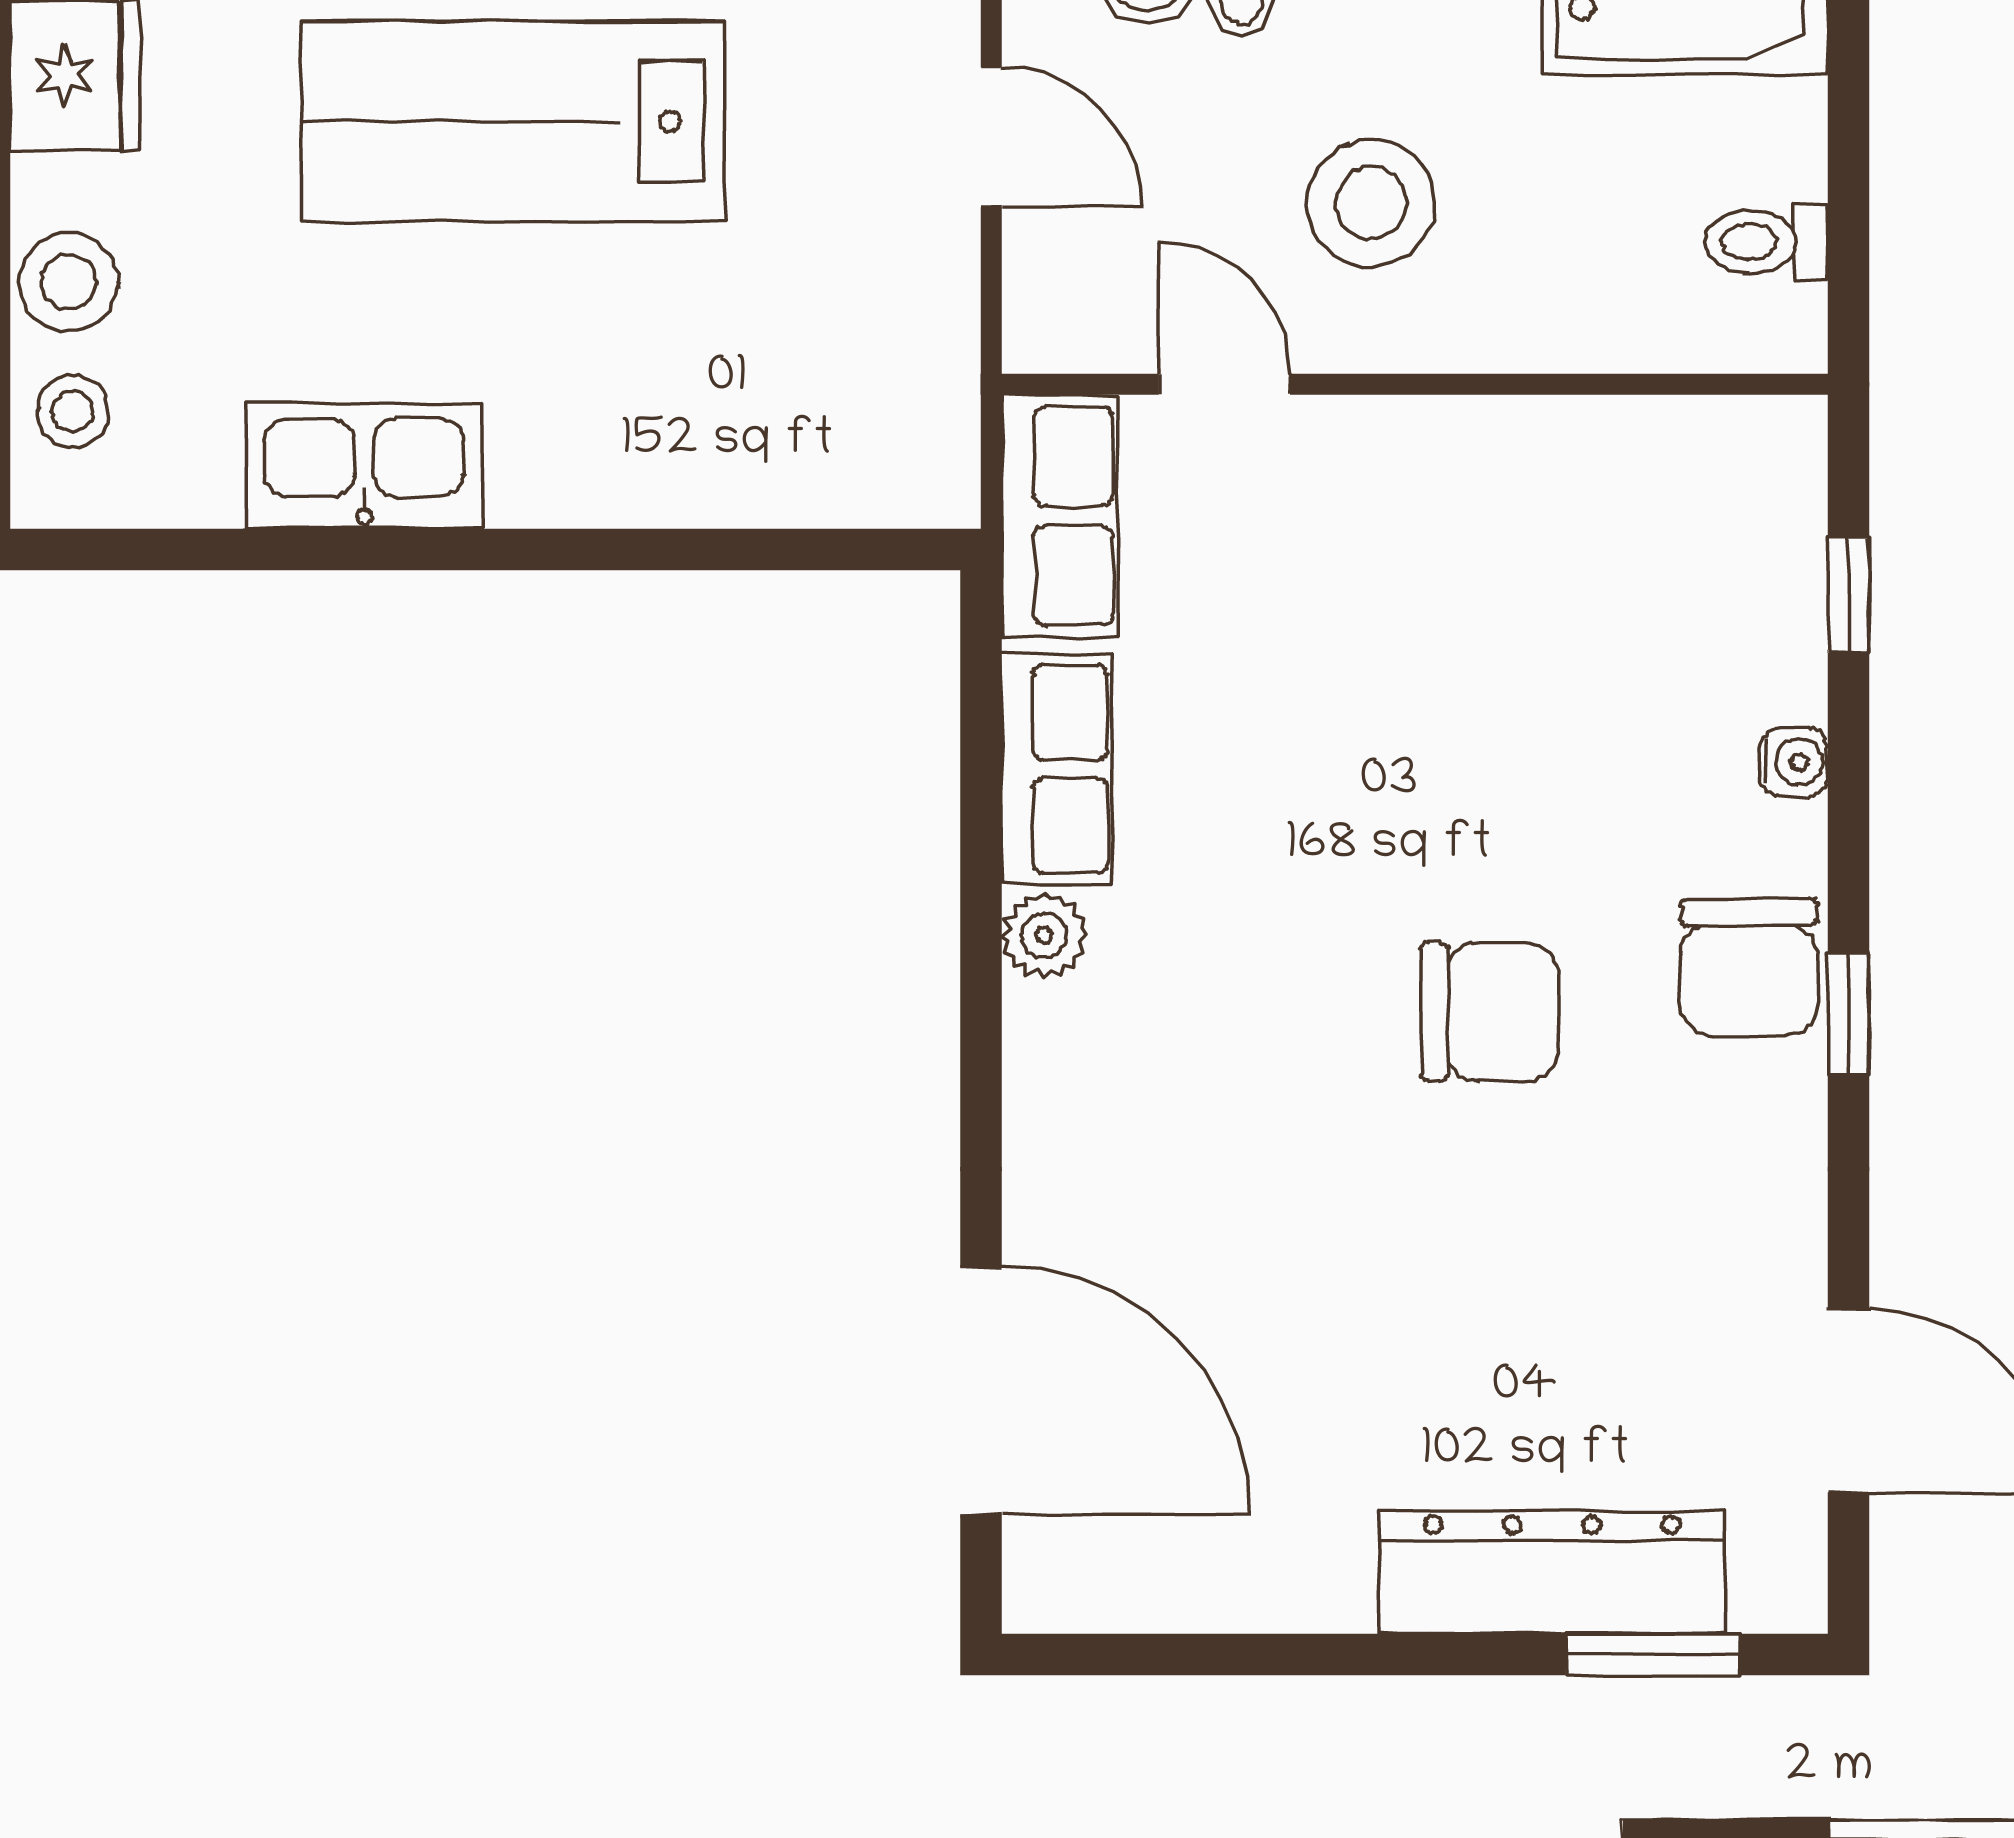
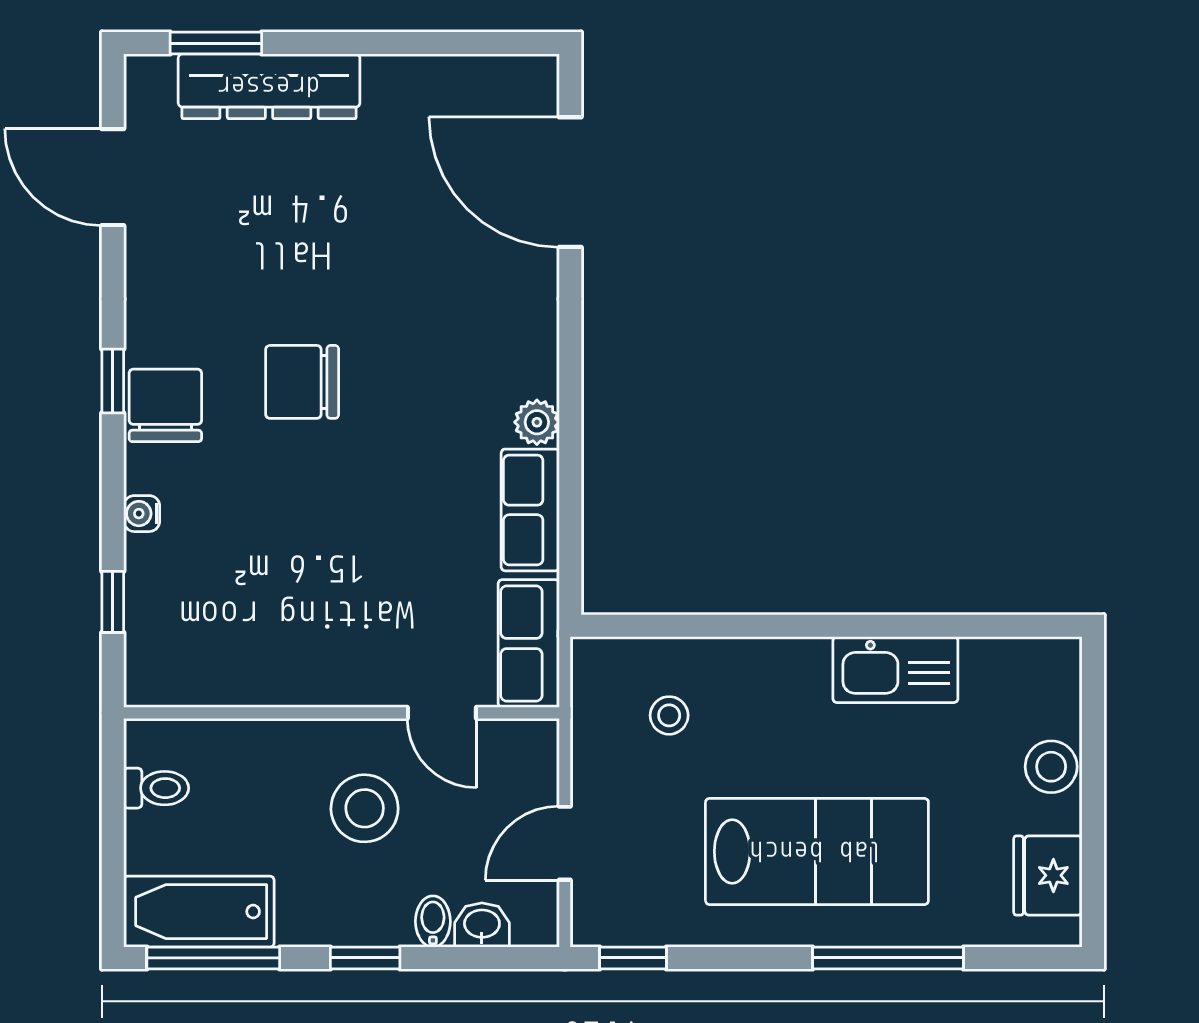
door: (991, 137) -> (565, 843), hinge flipped
stool: (73, 411) -> (669, 715), moved

